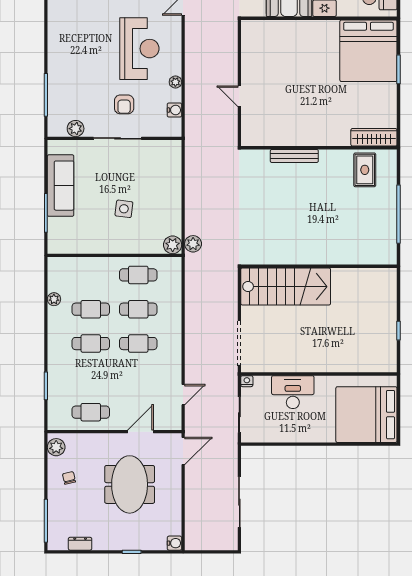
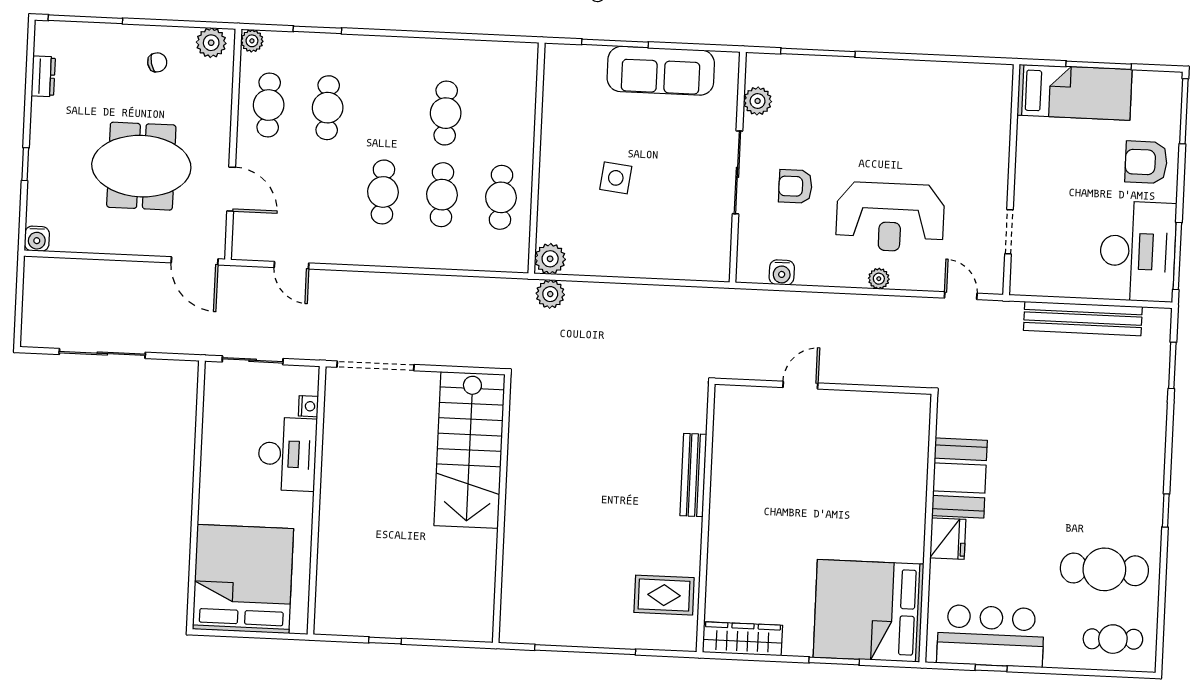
plant: (175, 82) -> (879, 279), moved
wardrobe: (374, 137) -> (742, 639), moved, turned -90
plant: (54, 299) -> (252, 41), moved
cafe table: (91, 344) -> (328, 108), moved
nightstand: (247, 381) -> (308, 406), moved

